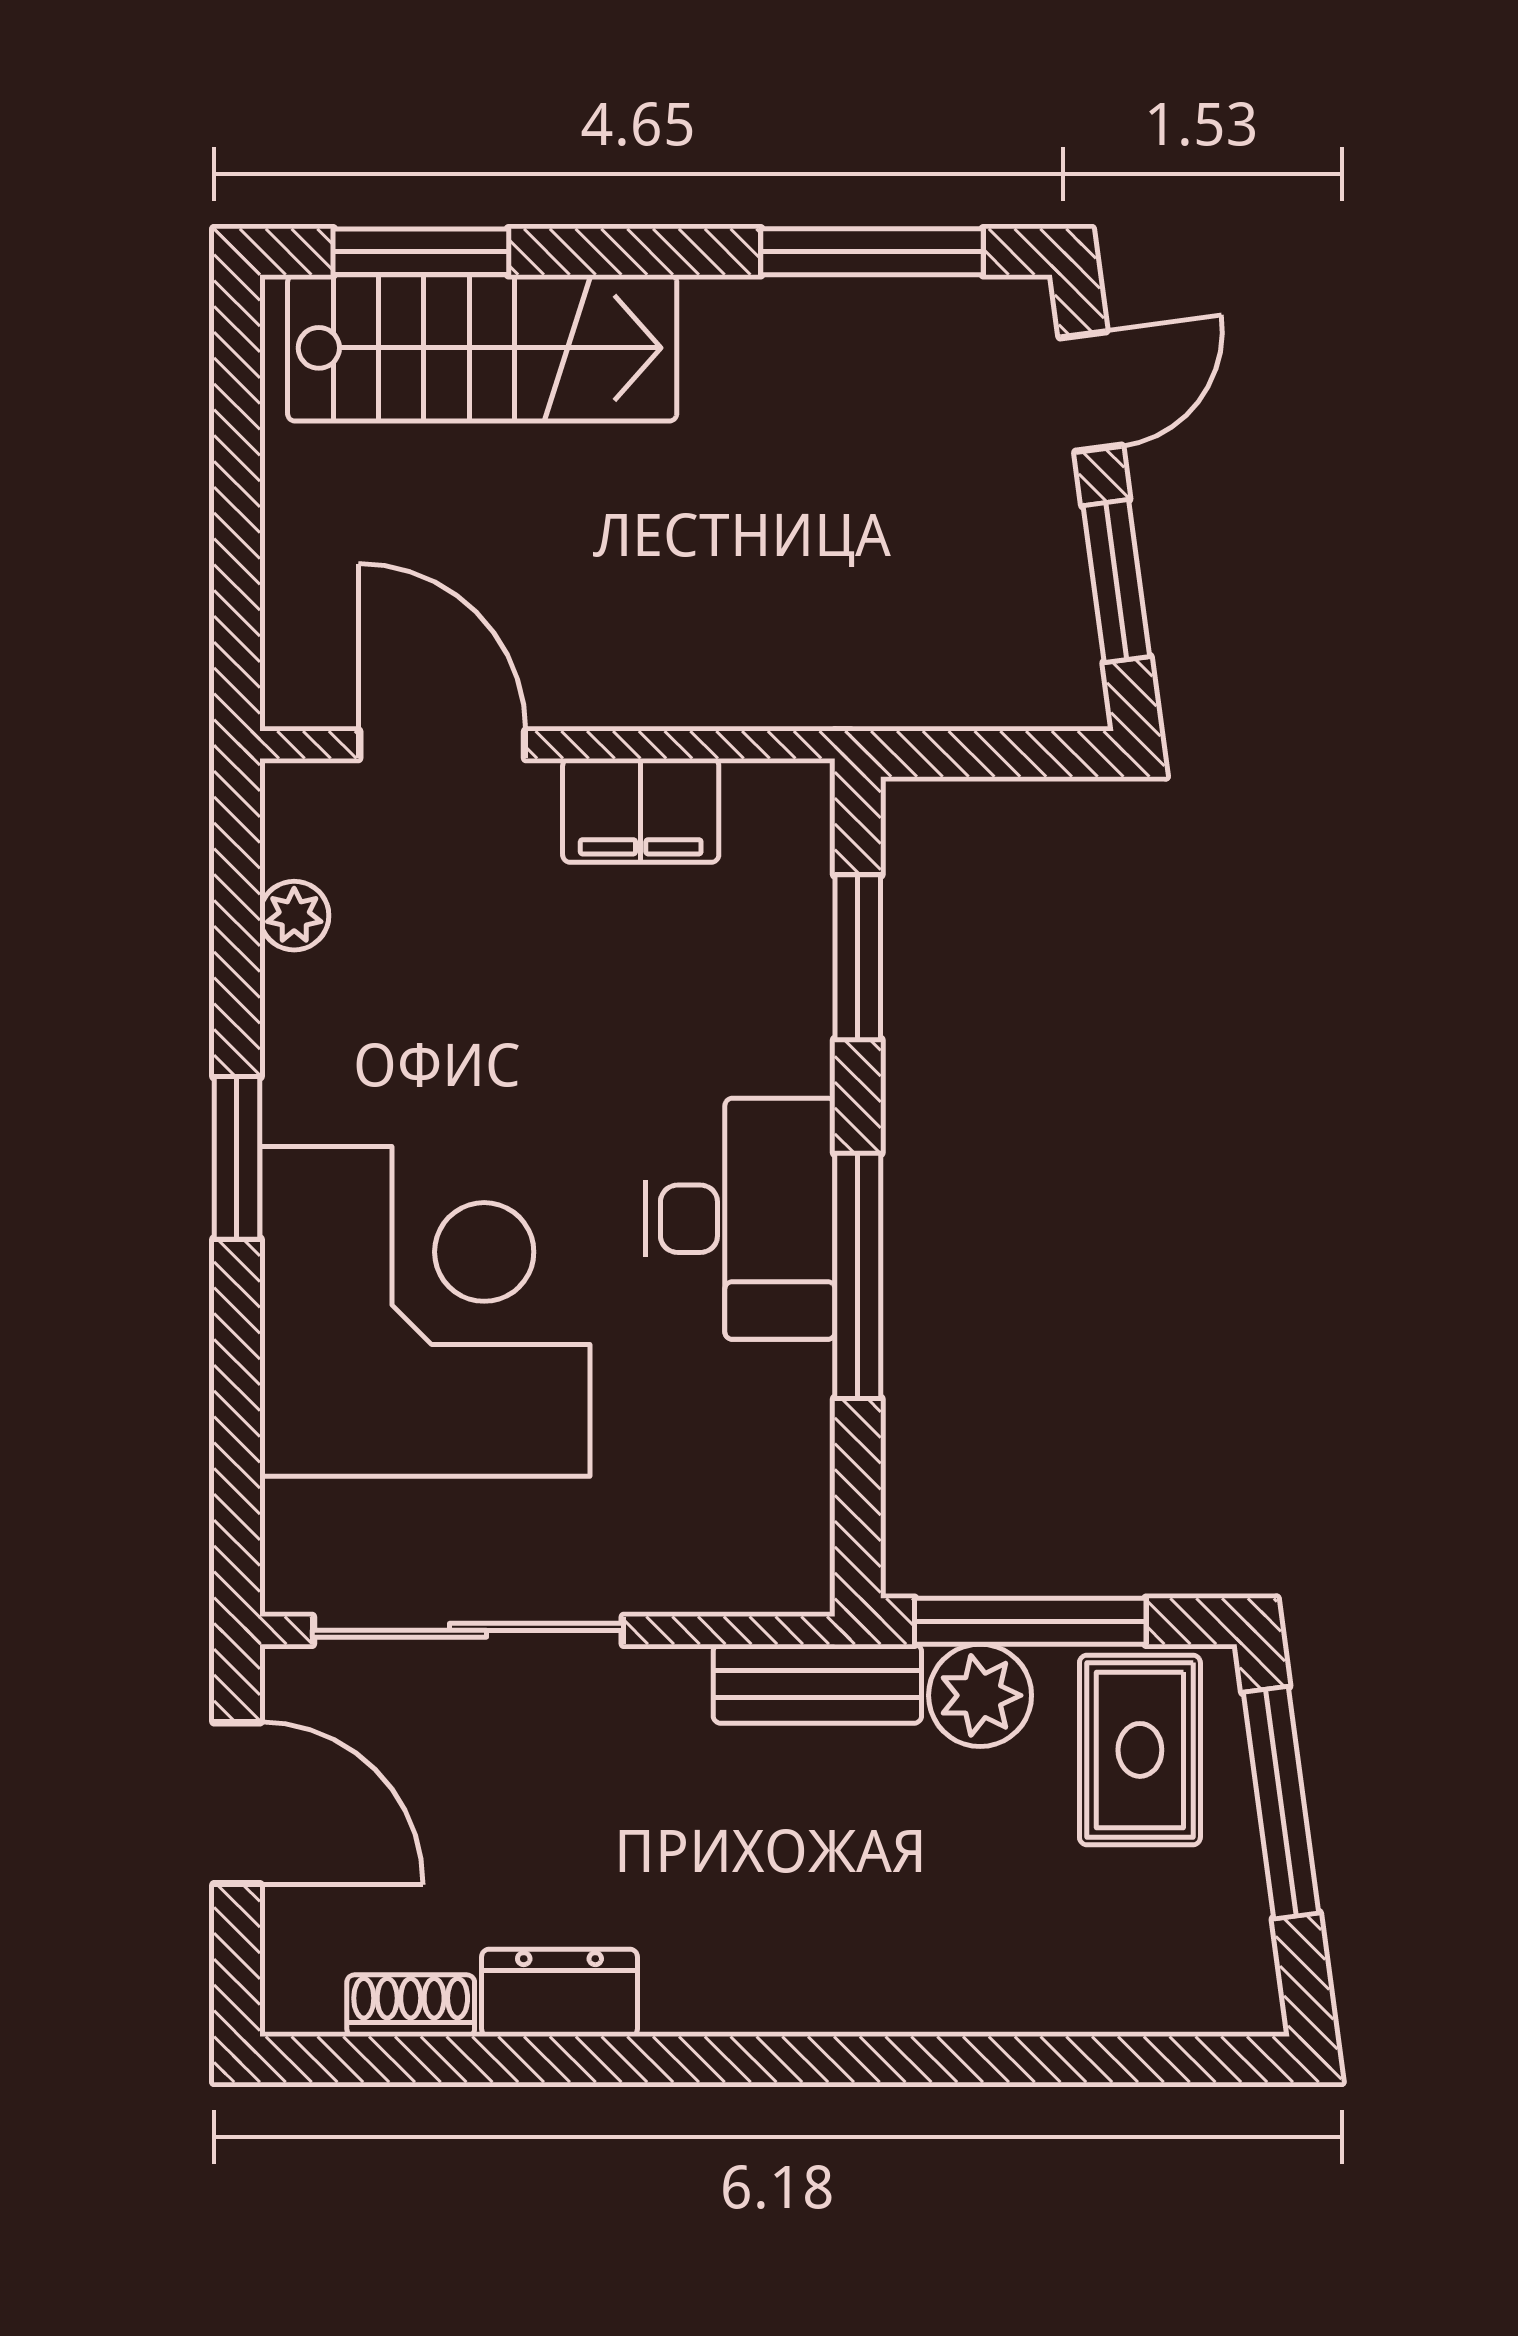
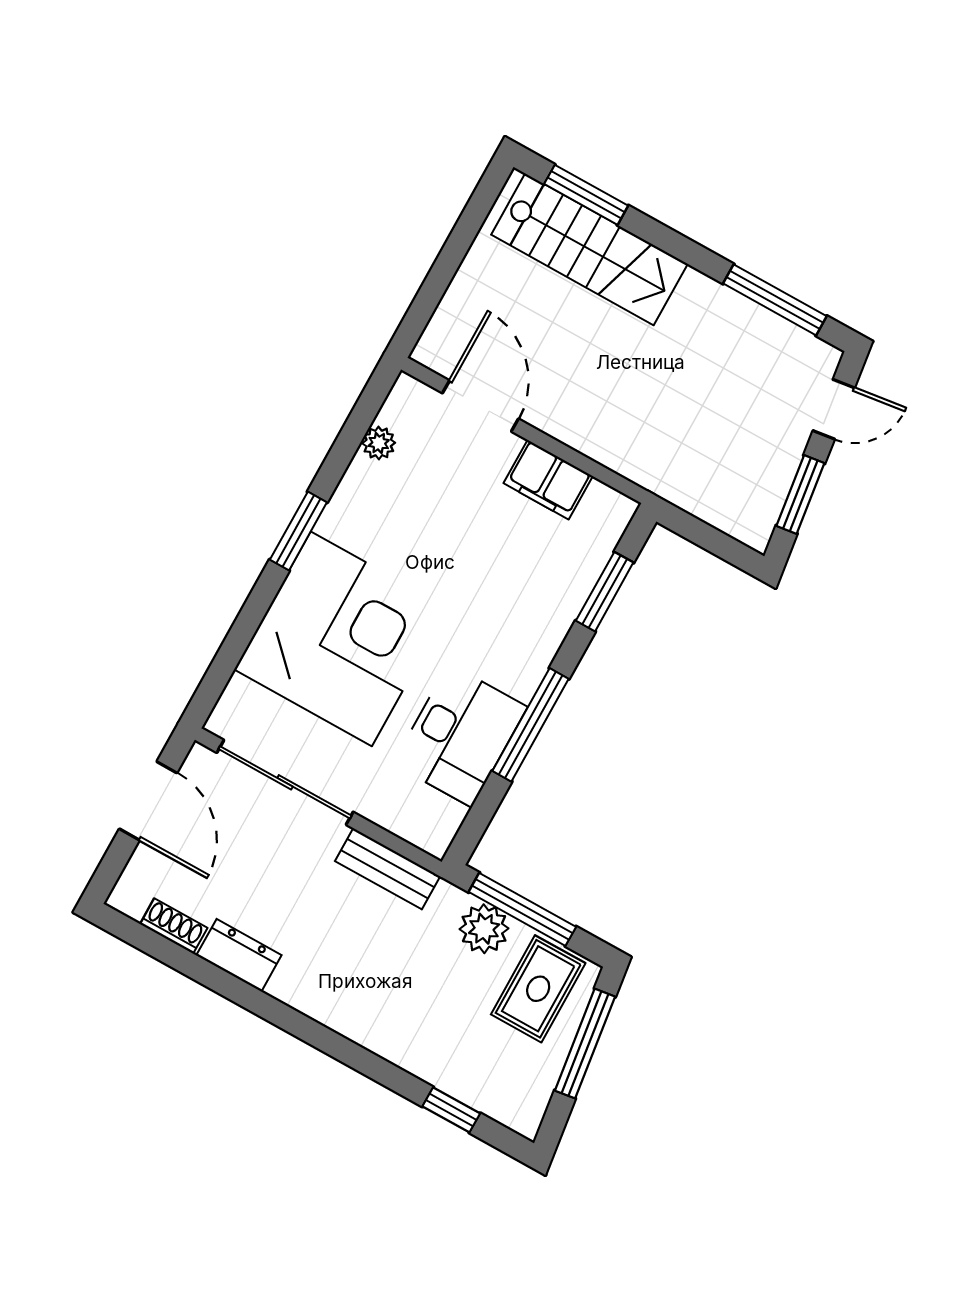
desk: (740, 1219) -> (460, 735), moved
bench: (817, 1684) -> (388, 869), moved
window: (1104, 2059) -> (451, 1110), added

